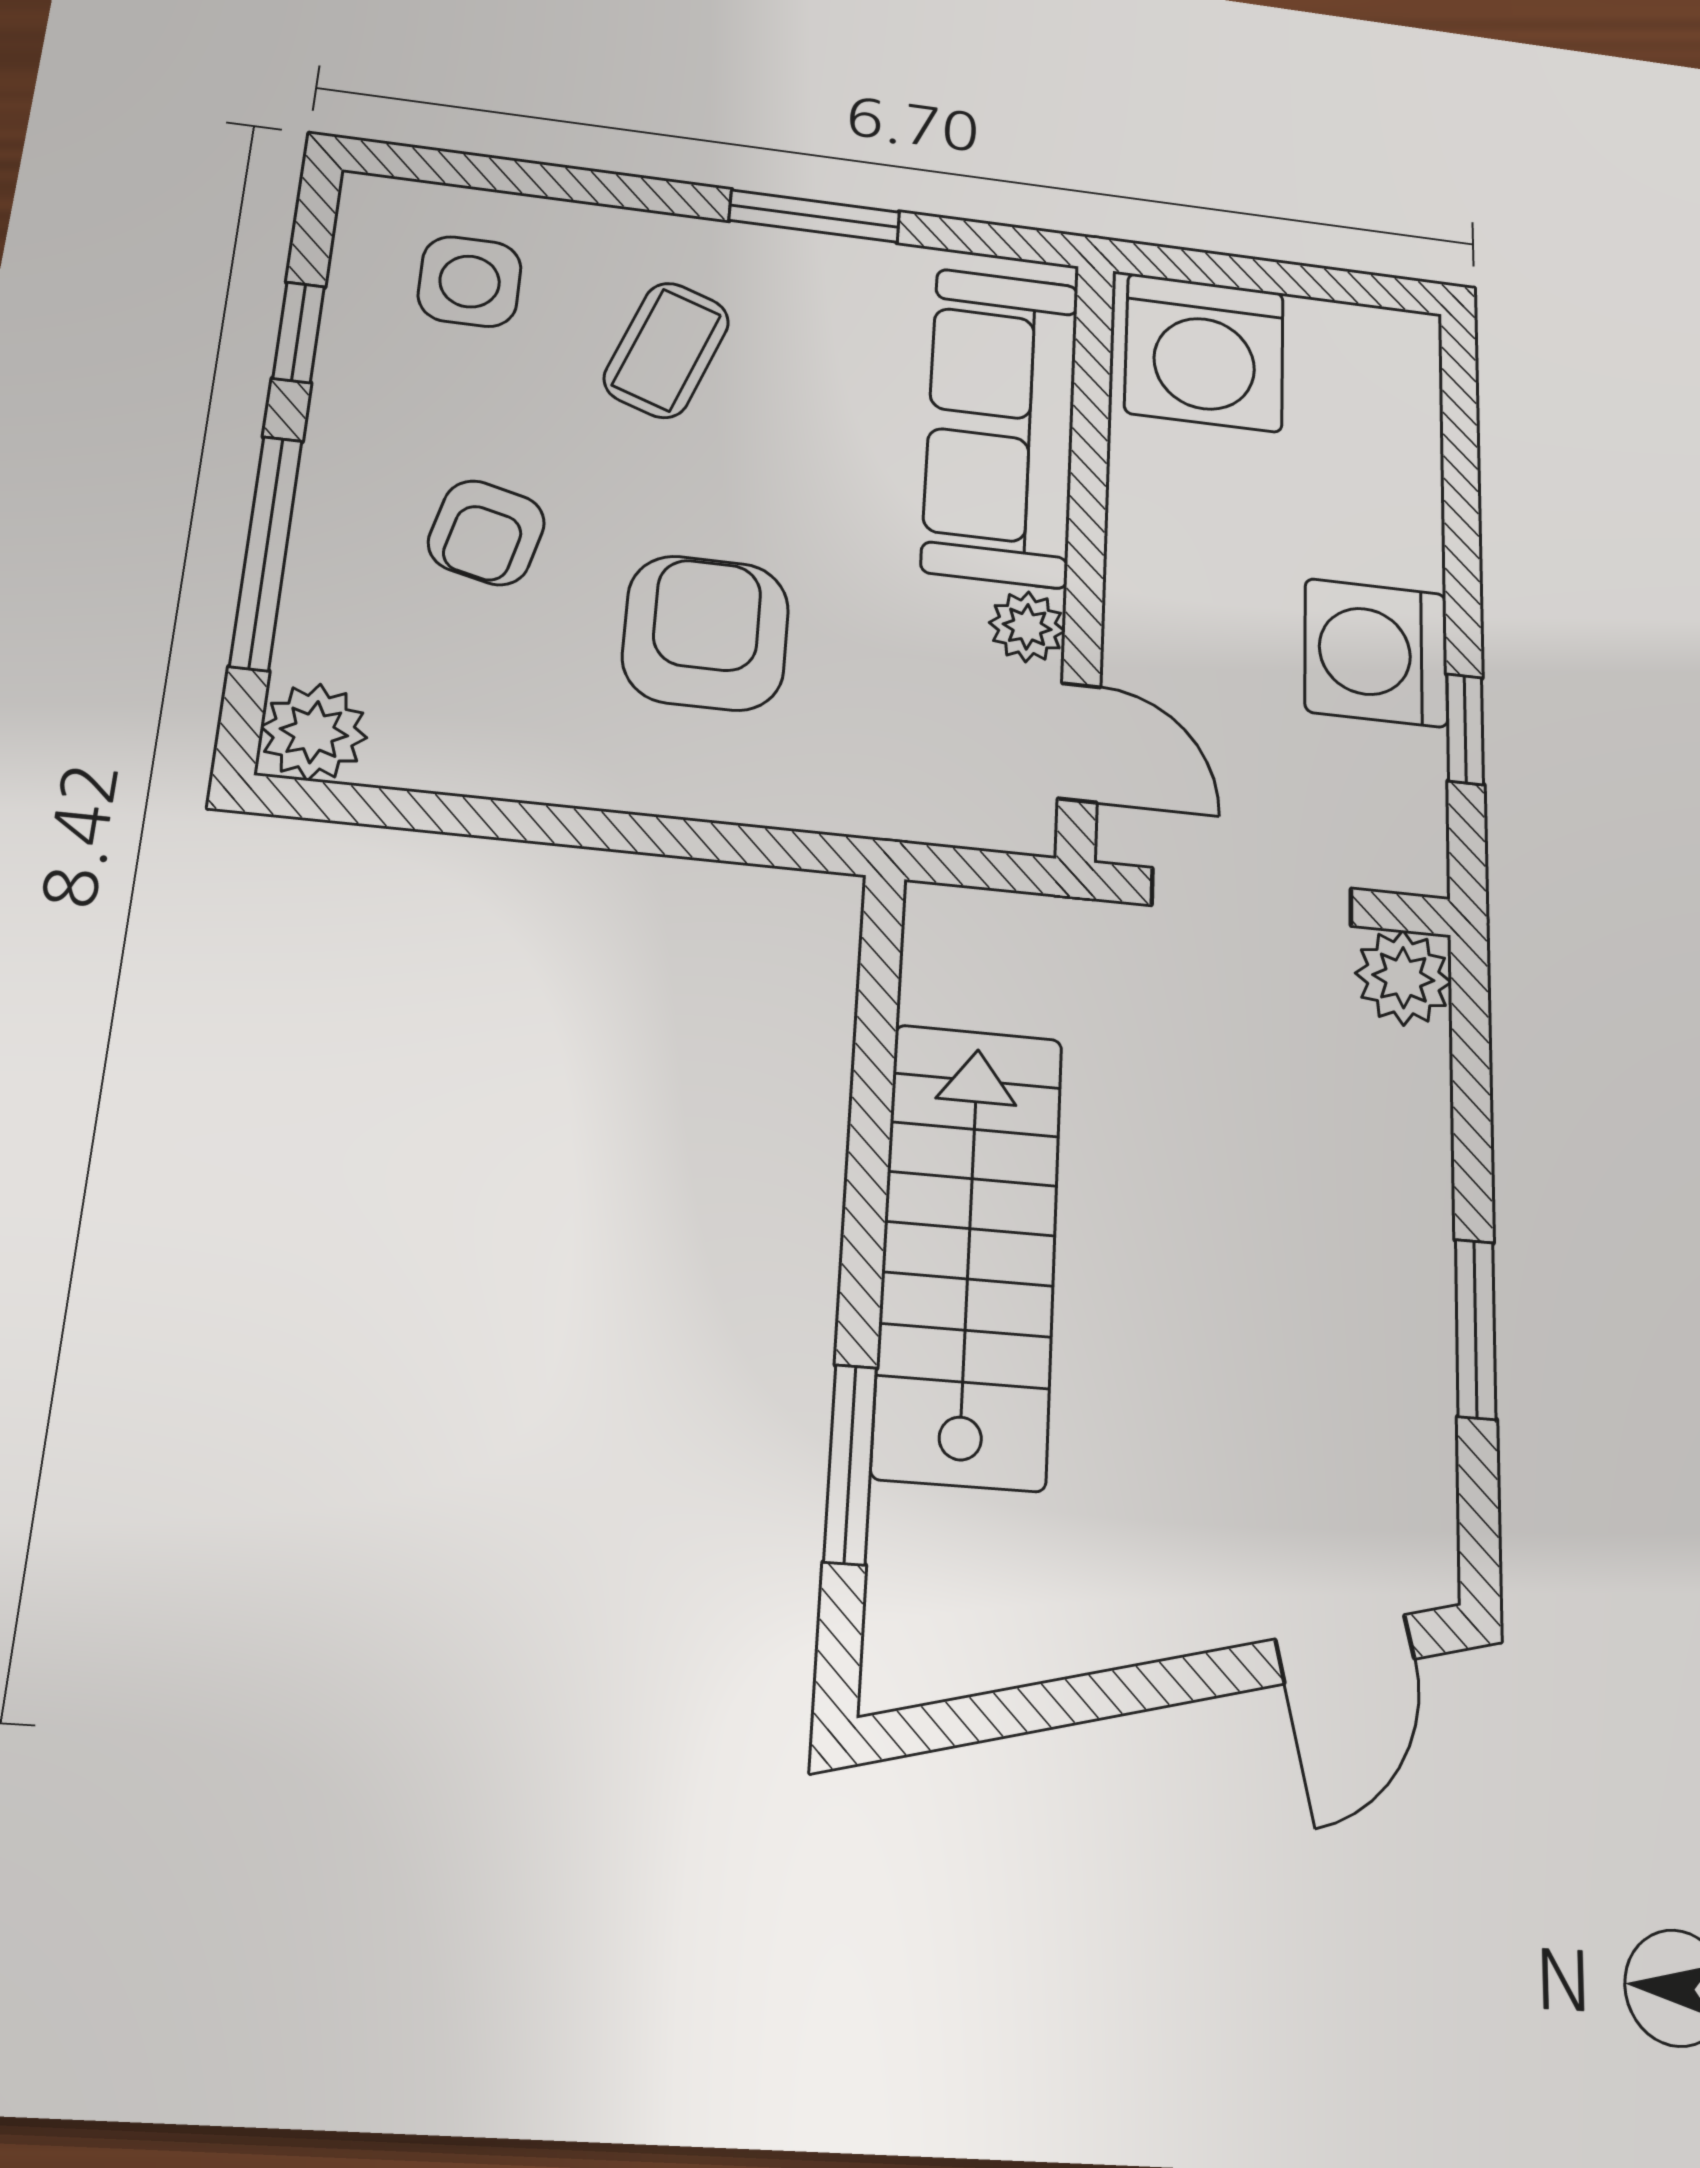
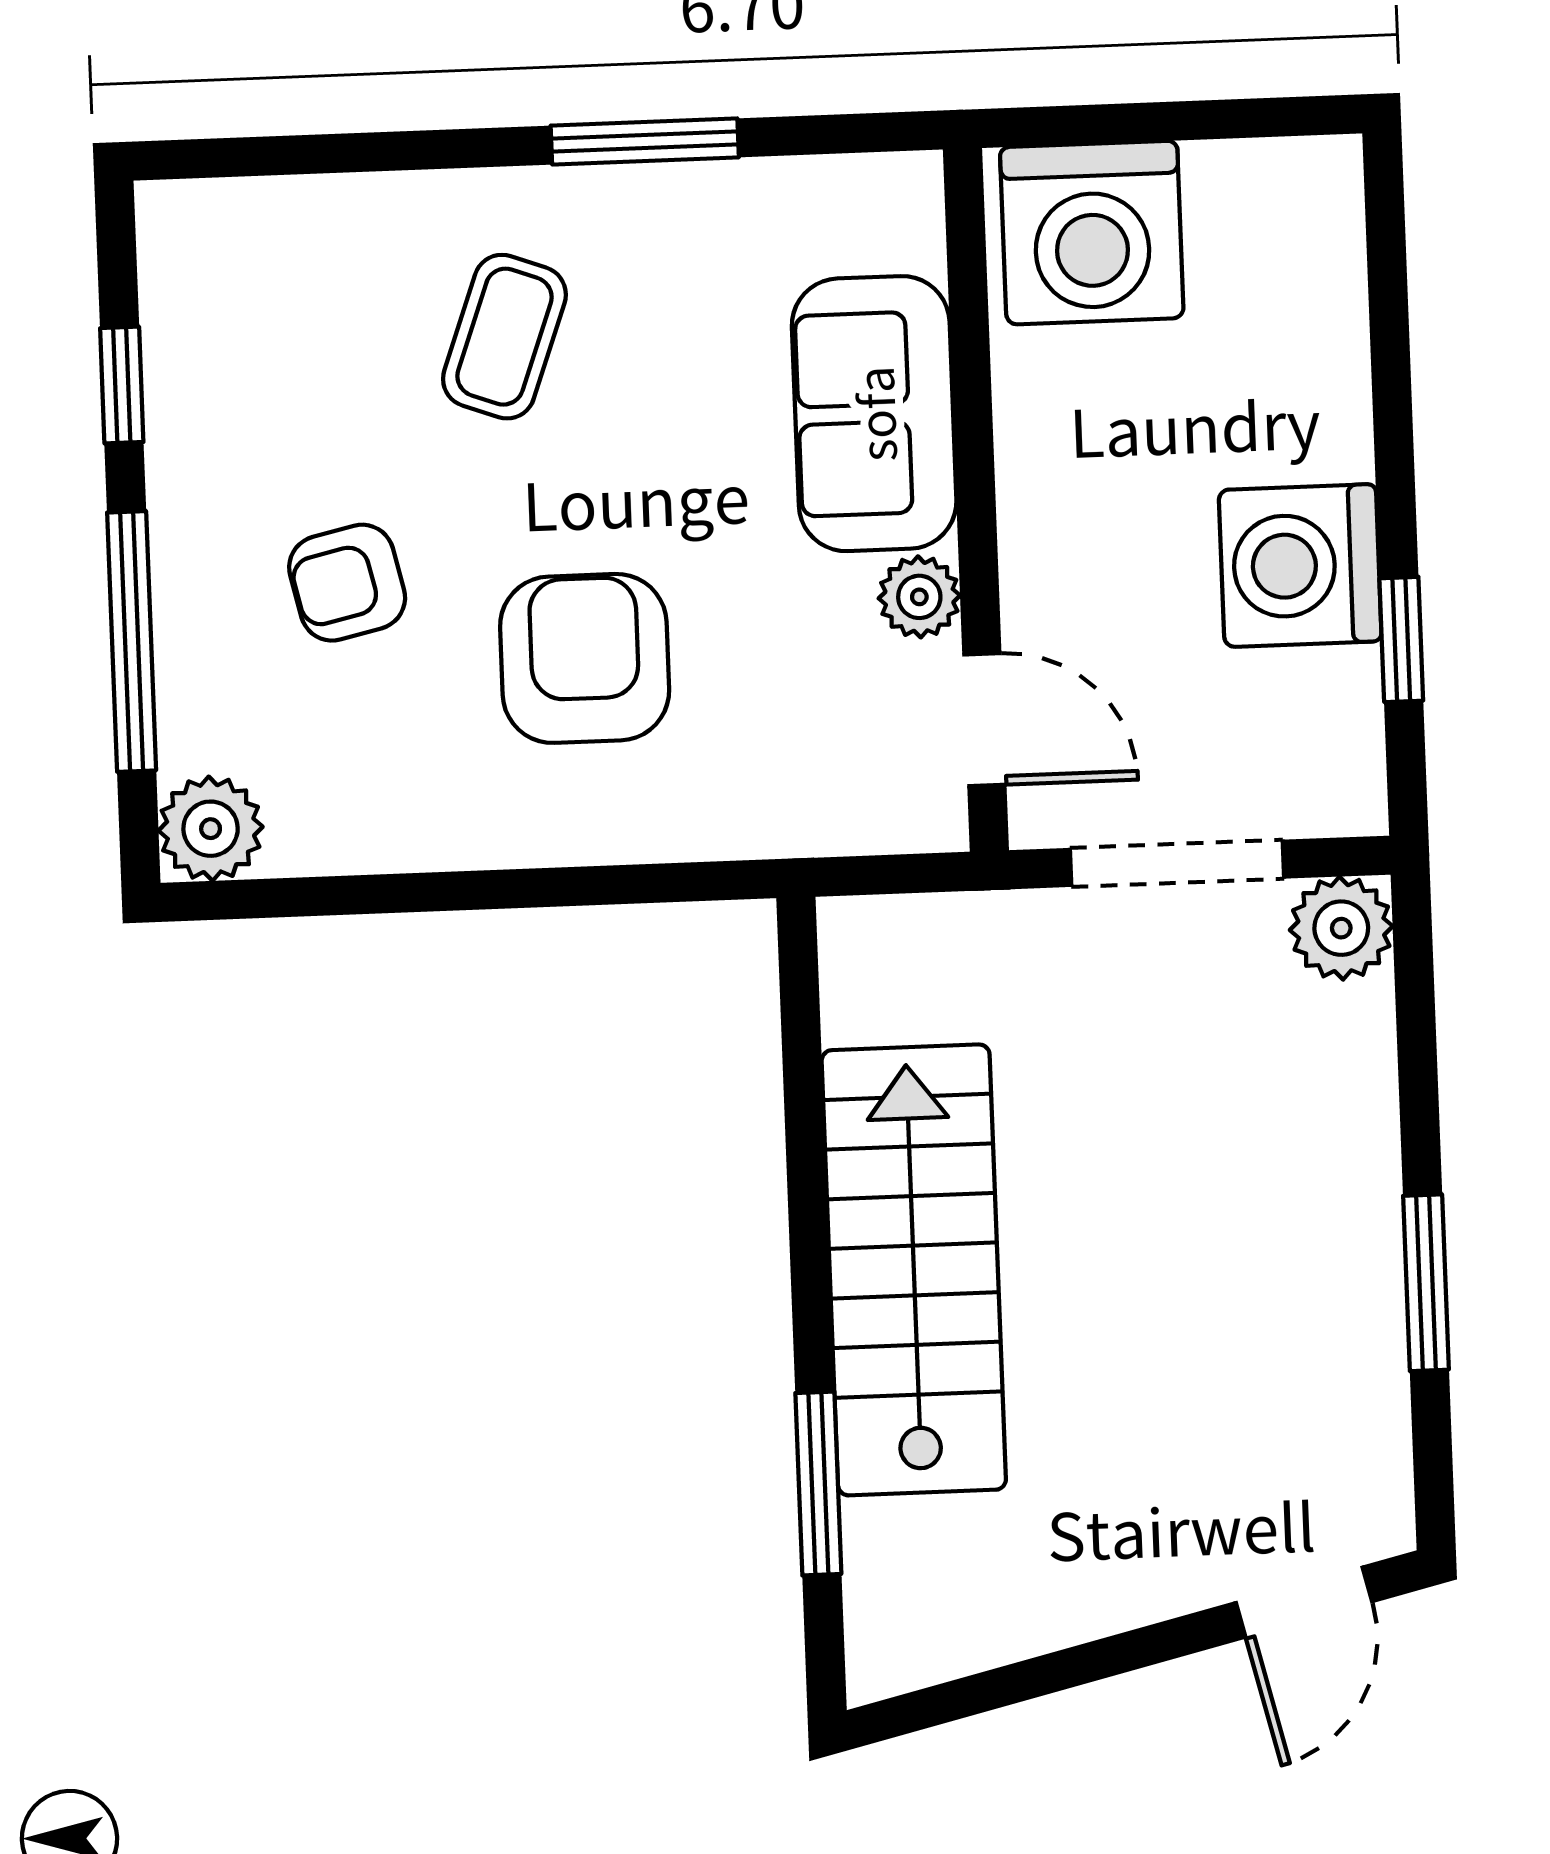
side table: (470, 282) -> (287, 292), removed
sofa: (1001, 426) -> (874, 414), width x0.73
armchair: (486, 533) -> (347, 583), turned 63

